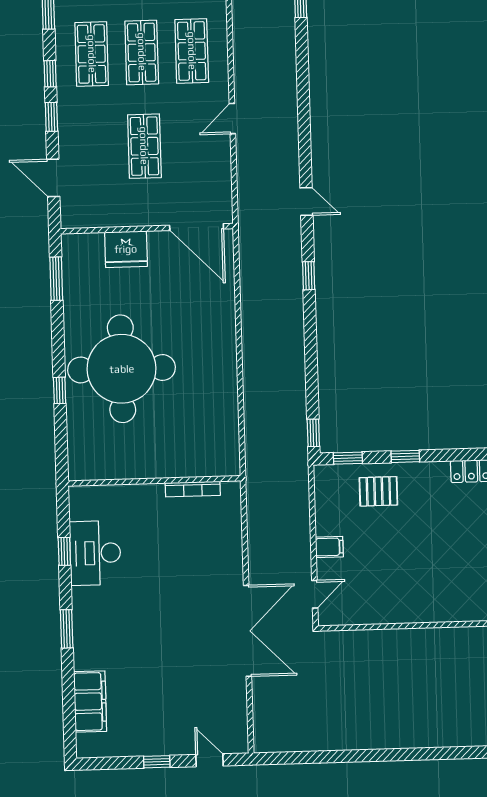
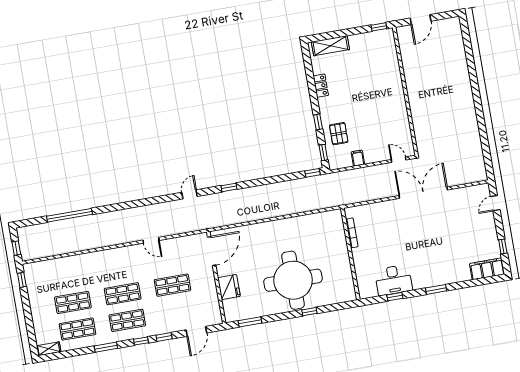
shop shelf: (192, 51) -> (118, 267), removed
filing cabinet: (329, 547) -> (358, 158), moved
filing cabinet: (90, 701) -> (487, 269), moved
window: (157, 762) -> (503, 247), moved

